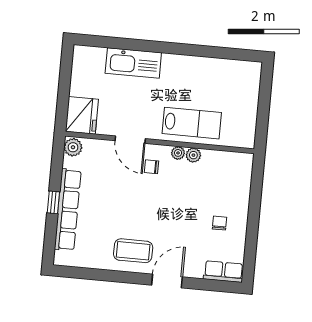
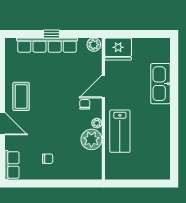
plant: (193, 155) -> (91, 139), width x1.88, depth x1.88

